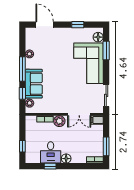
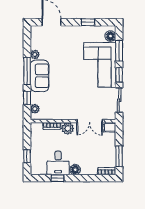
window: (106, 72) -> (119, 75), added
sofa: (34, 84) -> (40, 76), moved

